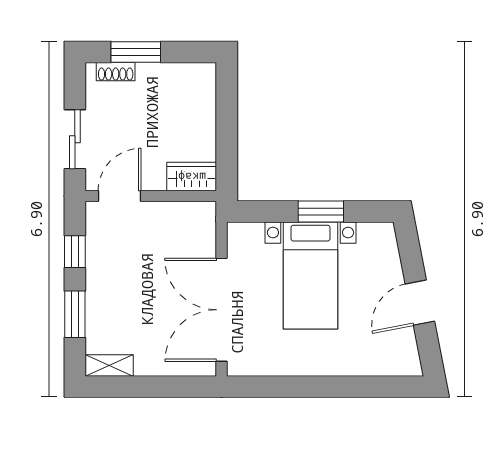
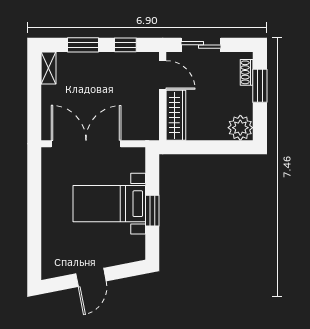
plant: (198, 81) -> (240, 128), added
wardrobe: (192, 177) -> (176, 115), width x1.50
door: (420, 303) -> (91, 277), swing flipped

